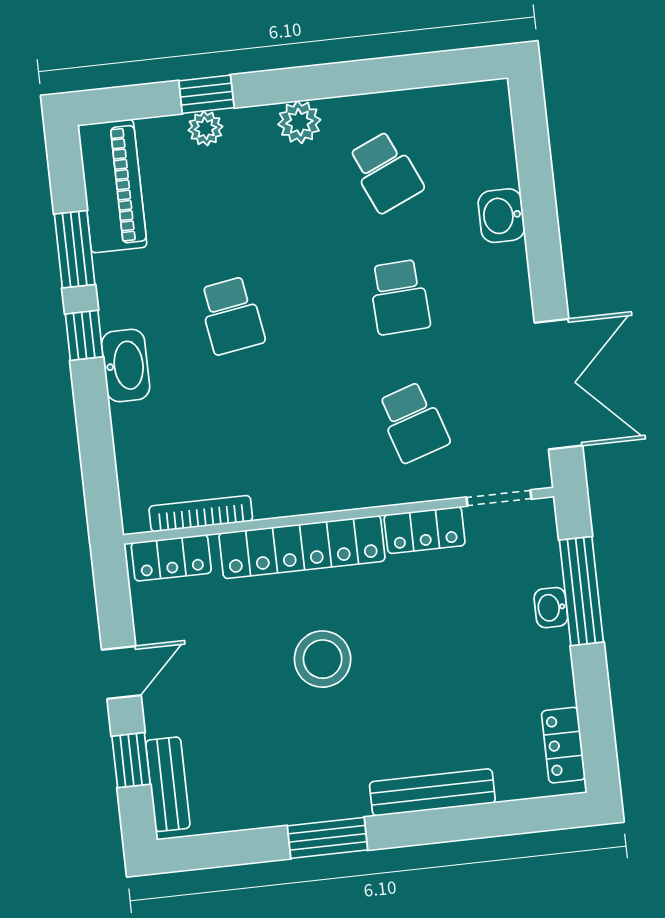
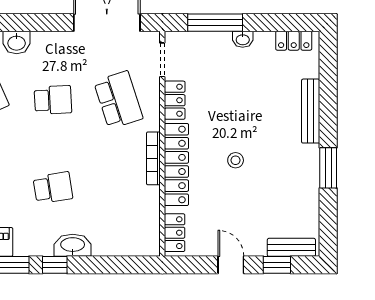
school desk: (413, 422) -> (118, 100), width x1.85
bookcase: (201, 514) -> (153, 158), moved
washbasin: (551, 608) -> (243, 39), moved
stool: (323, 659) -> (236, 160), width x0.53, depth x0.53

